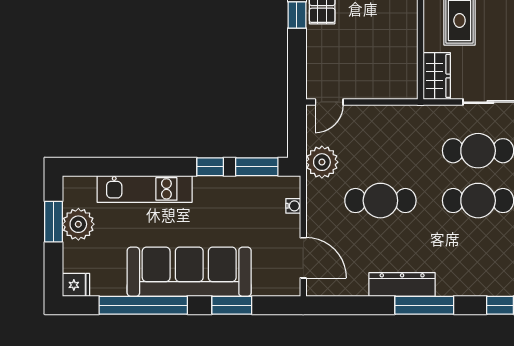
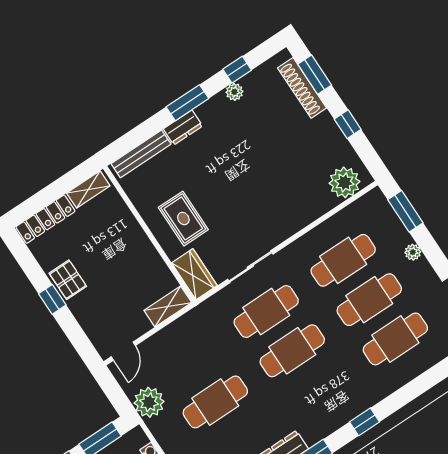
shelving: (394, 89) -> (168, 307), added

